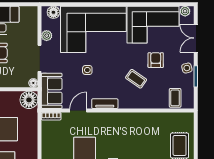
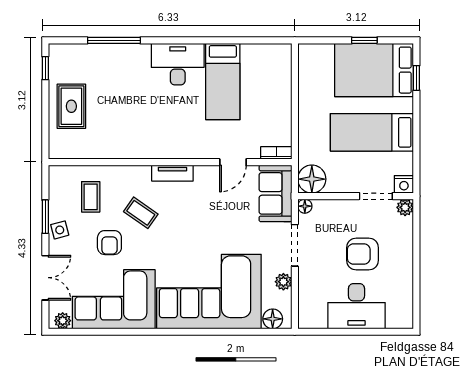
side table: (87, 70) -> (219, 227), removed
coffee table: (175, 98) -> (91, 197), moved
tv unit: (105, 104) -> (172, 173), moved

